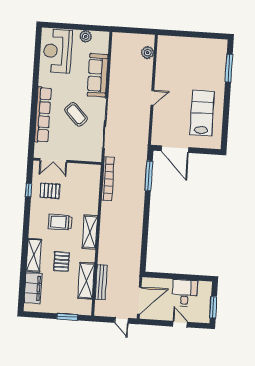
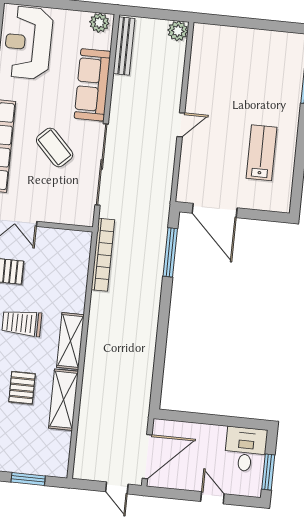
plant: (86, 36) -> (99, 23), moved
plant: (148, 53) -> (178, 31), moved
lab bench: (202, 113) -> (261, 153), width x0.73, depth x0.72
shelving: (86, 281) -> (63, 400), moved
bench: (101, 282) -> (124, 46), moved
desk: (185, 293) -> (246, 449), moved

